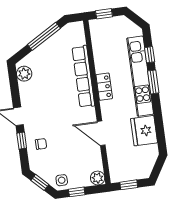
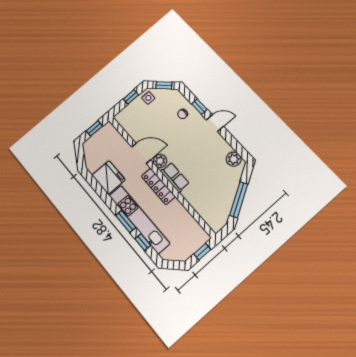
row of seats: (83, 76) -> (175, 177), width x0.50
locker: (104, 87) -> (158, 186), width x1.53
plant: (98, 178) -> (160, 161), moved

